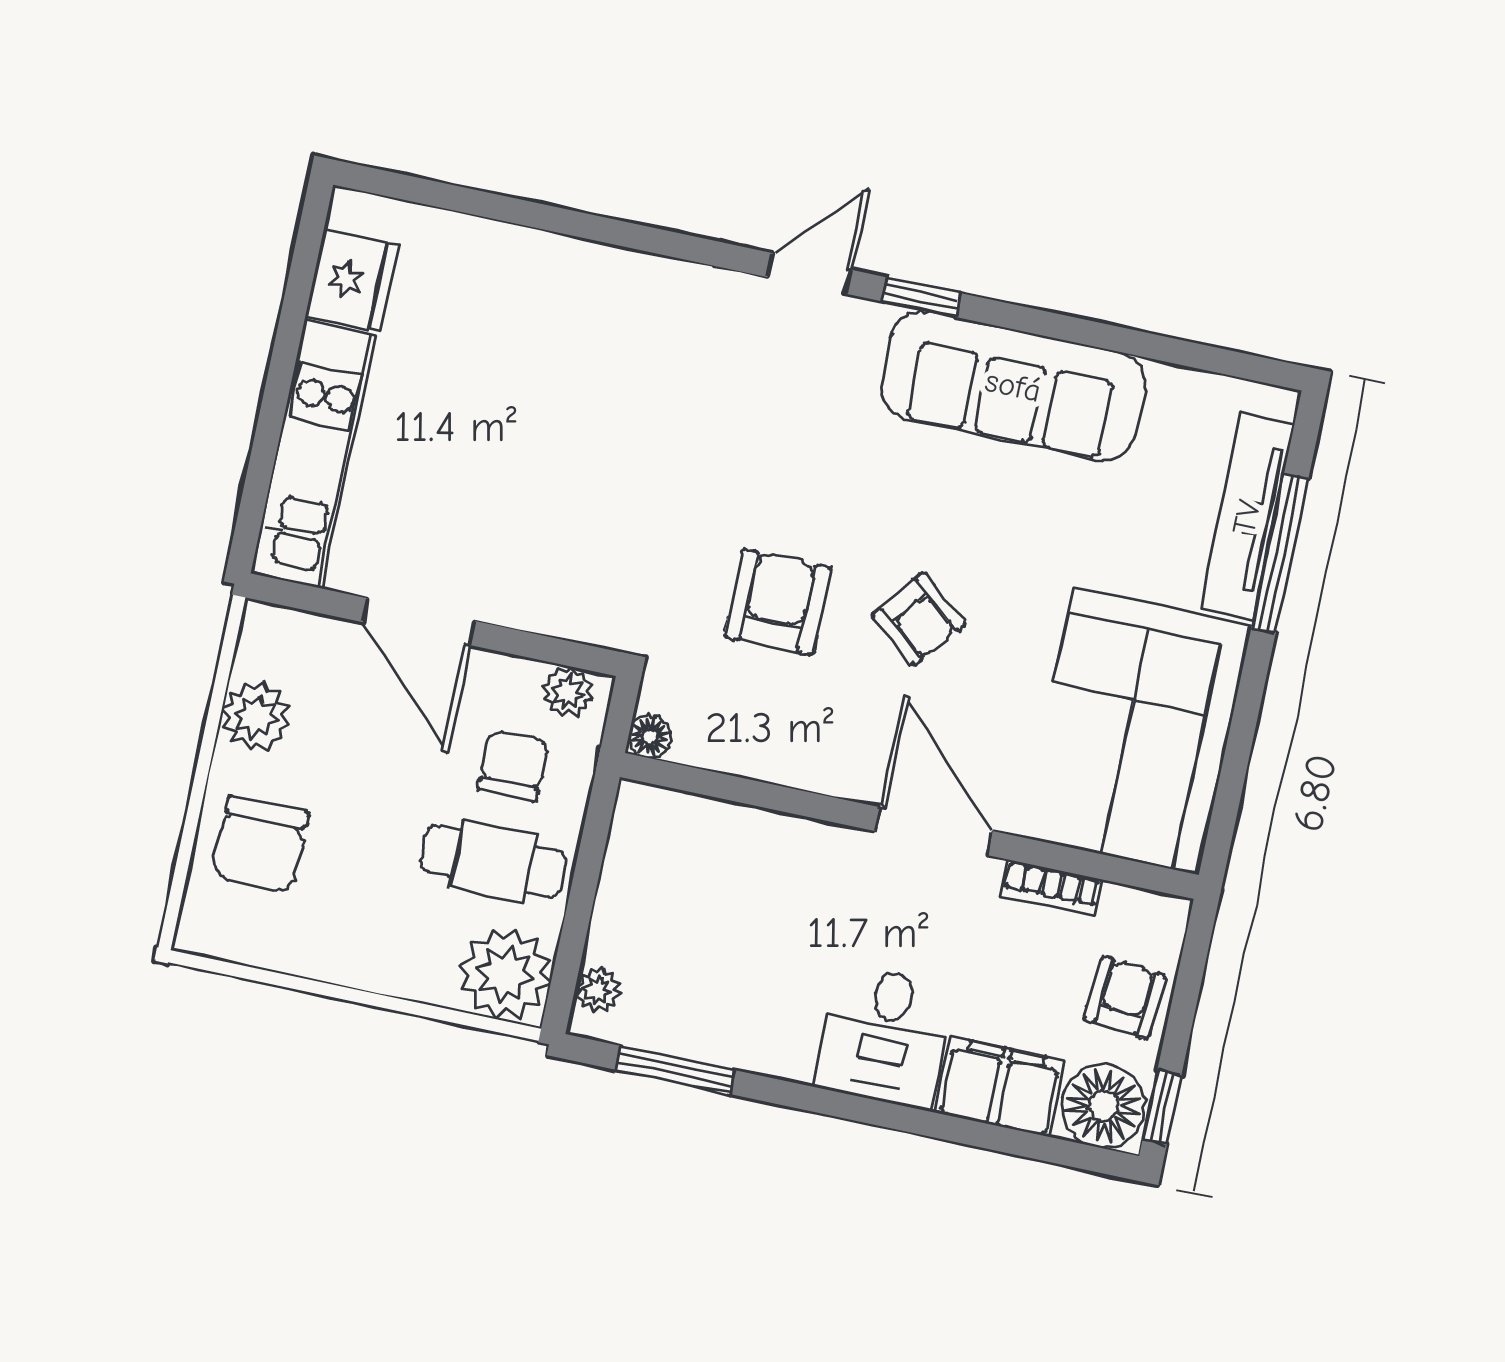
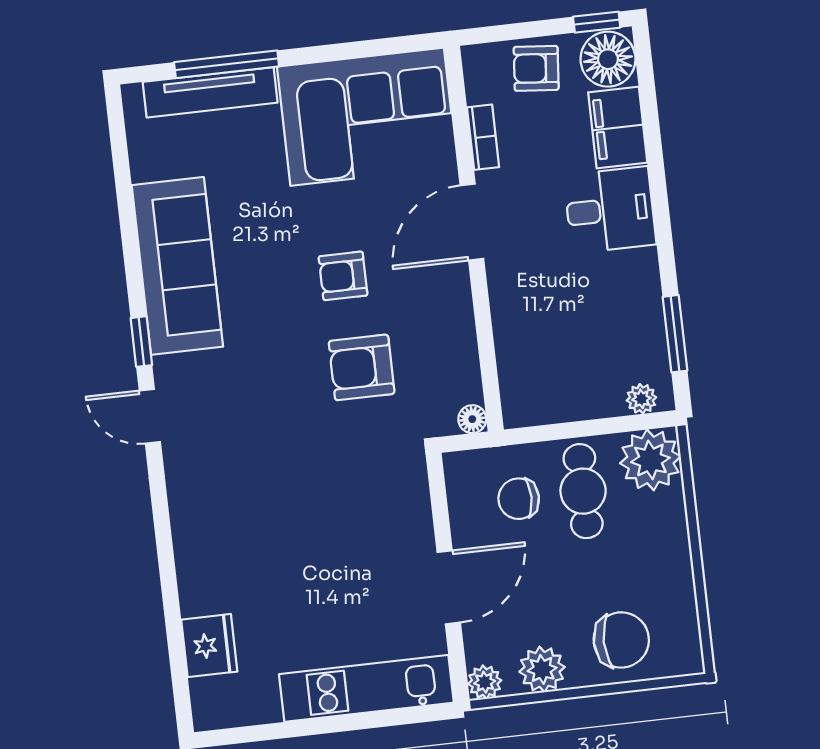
fridge: (352, 280) -> (209, 646), moved, turned 90
armchair: (919, 619) -> (343, 276), turned -129
plant: (568, 692) -> (485, 682), moved

